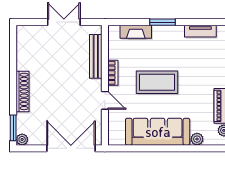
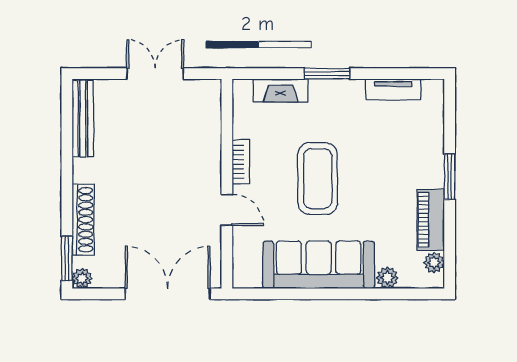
bench: (96, 56) -> (83, 119), moved
coffee table: (157, 82) -> (318, 179), turned 90
shoe rack: (23, 91) -> (83, 220), moved

